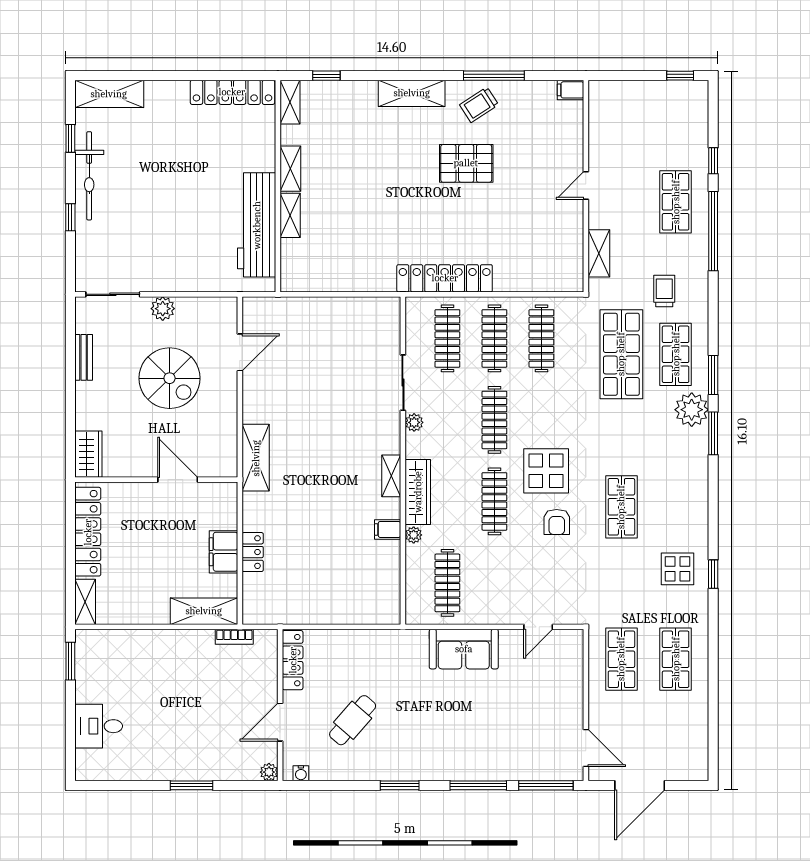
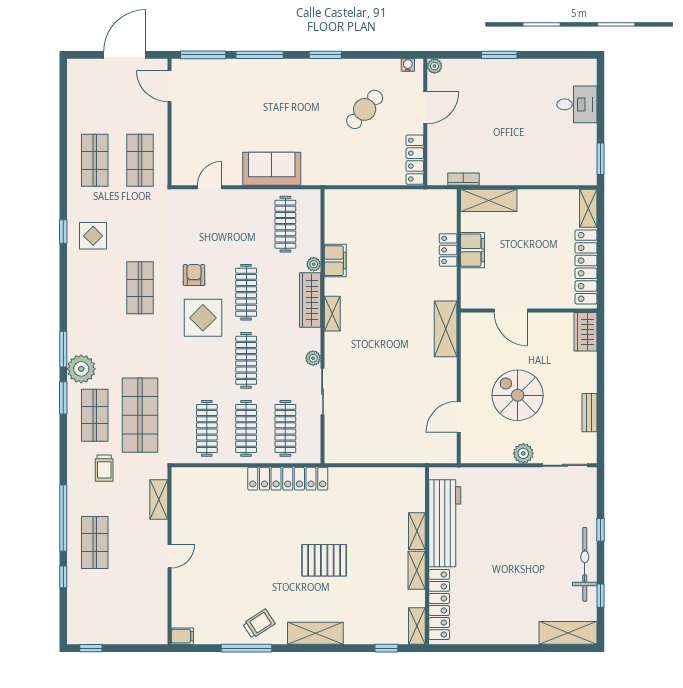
locker: (232, 92) -> (439, 604), moved, turned 90
pallet: (466, 163) -> (324, 560), moved
filing cabinet: (388, 529) -> (335, 261), width x2.00

